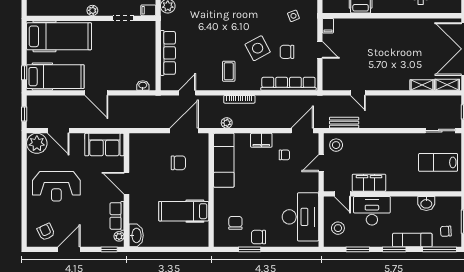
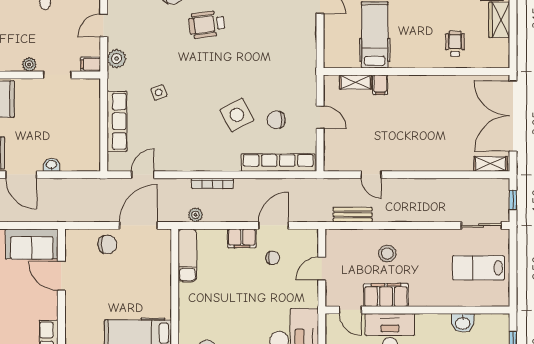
plant: (92, 10) -> (29, 64), moved
side table: (293, 16) -> (159, 93), moved
filing cabinet: (328, 26) -> (380, 85), moved
coffee table: (229, 71) -> (198, 146), removed
washbasin: (143, 85) -> (52, 165), moved
shelving: (422, 85) -> (356, 82), moved
door: (302, 131) -> (273, 225), moved
stool: (336, 145) -> (387, 254), moved
exam couch: (224, 160) -> (187, 255), width x0.73, depth x0.69
chair: (178, 163) -> (107, 245), moved
door: (127, 183) -> (61, 276), moved

